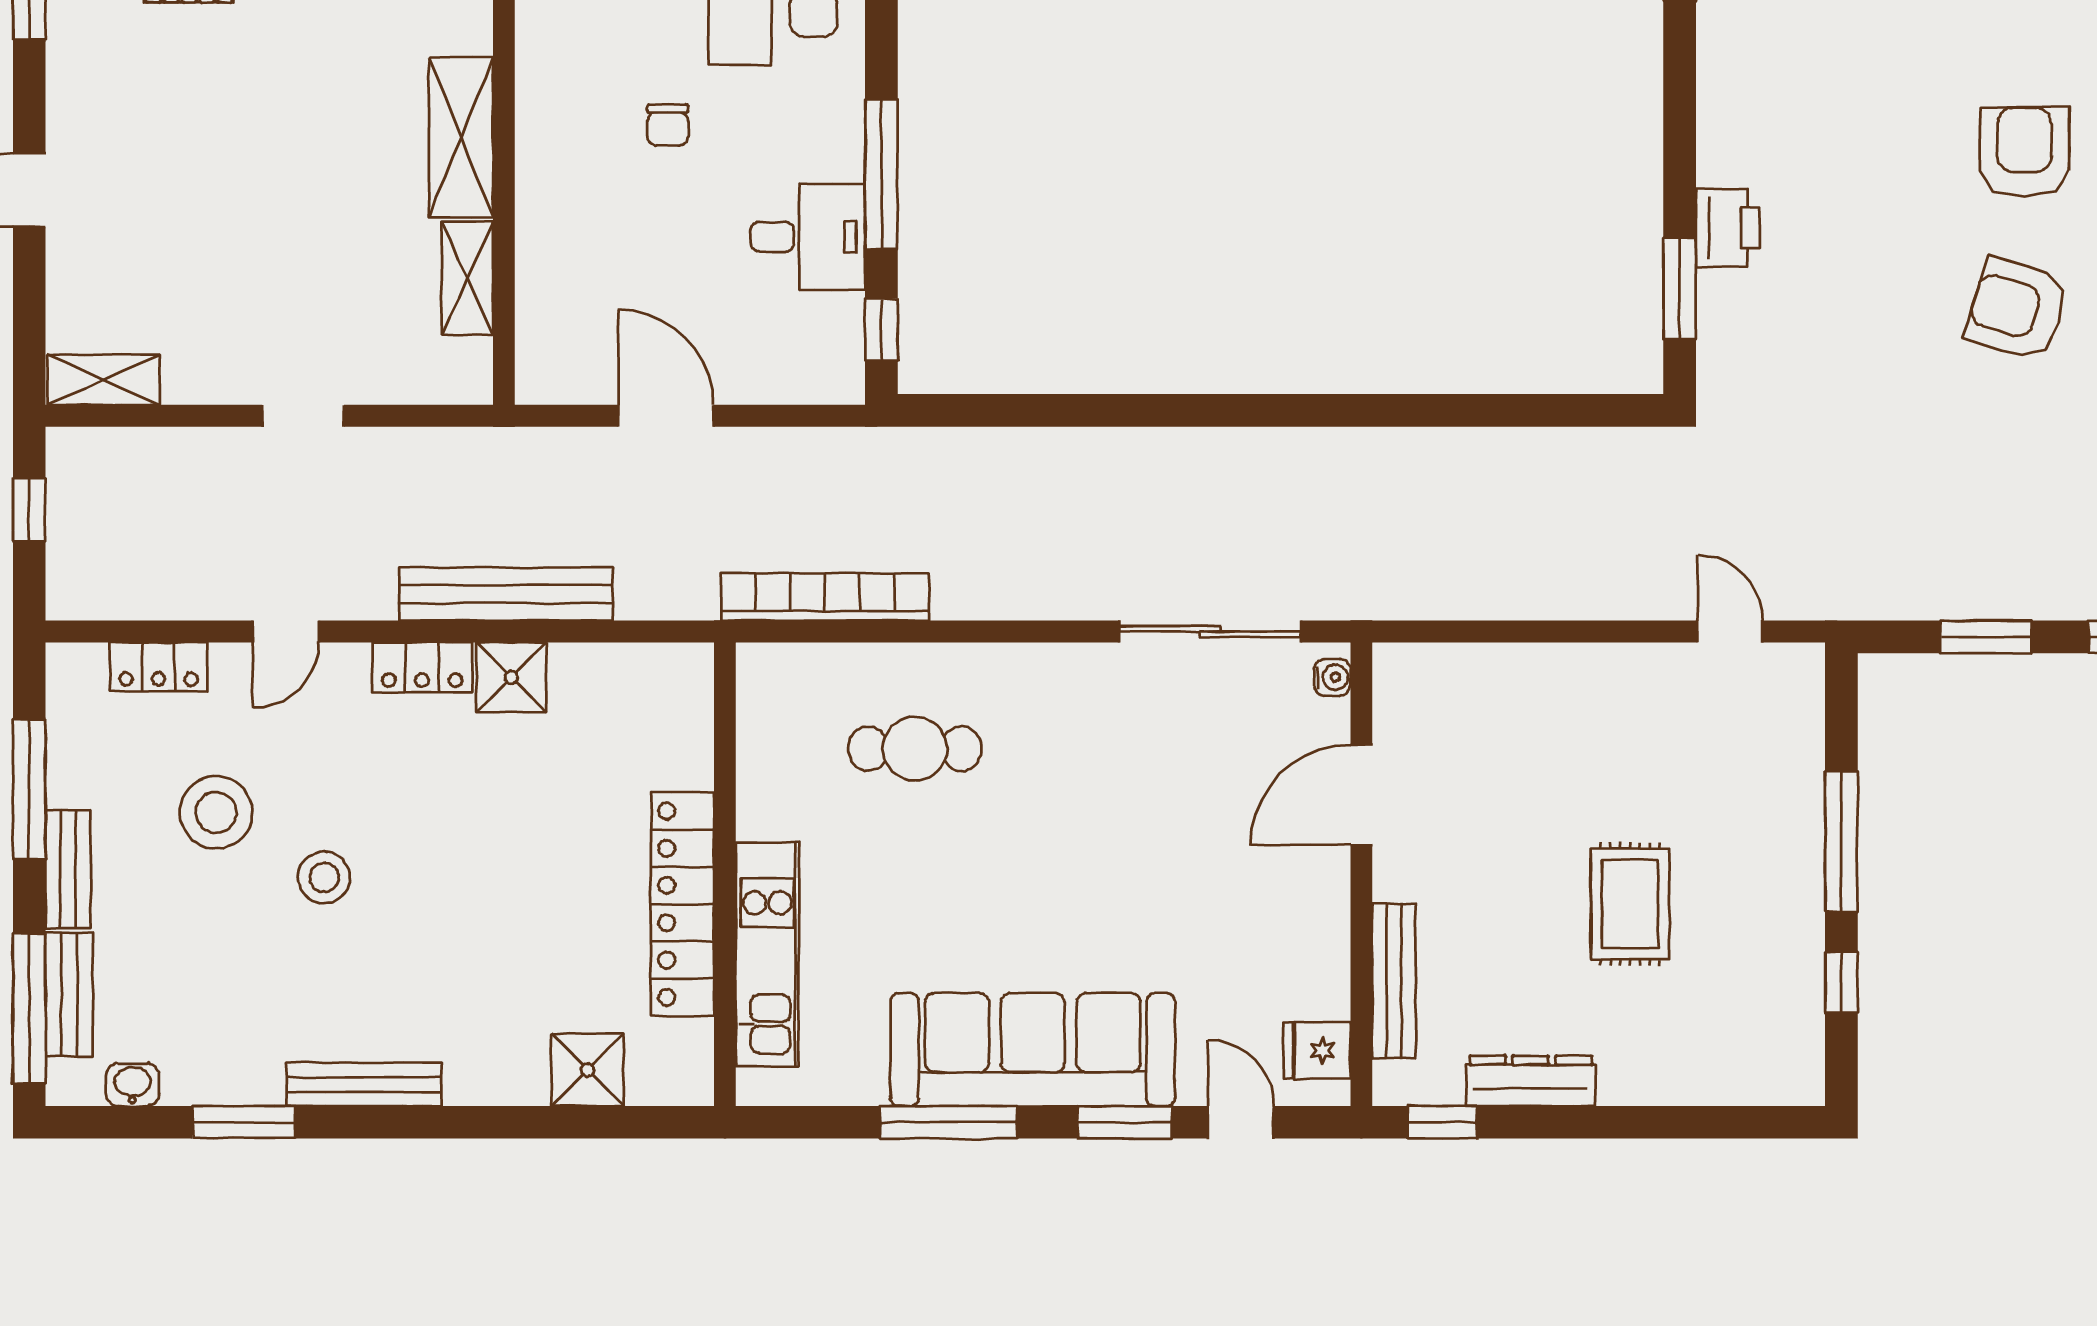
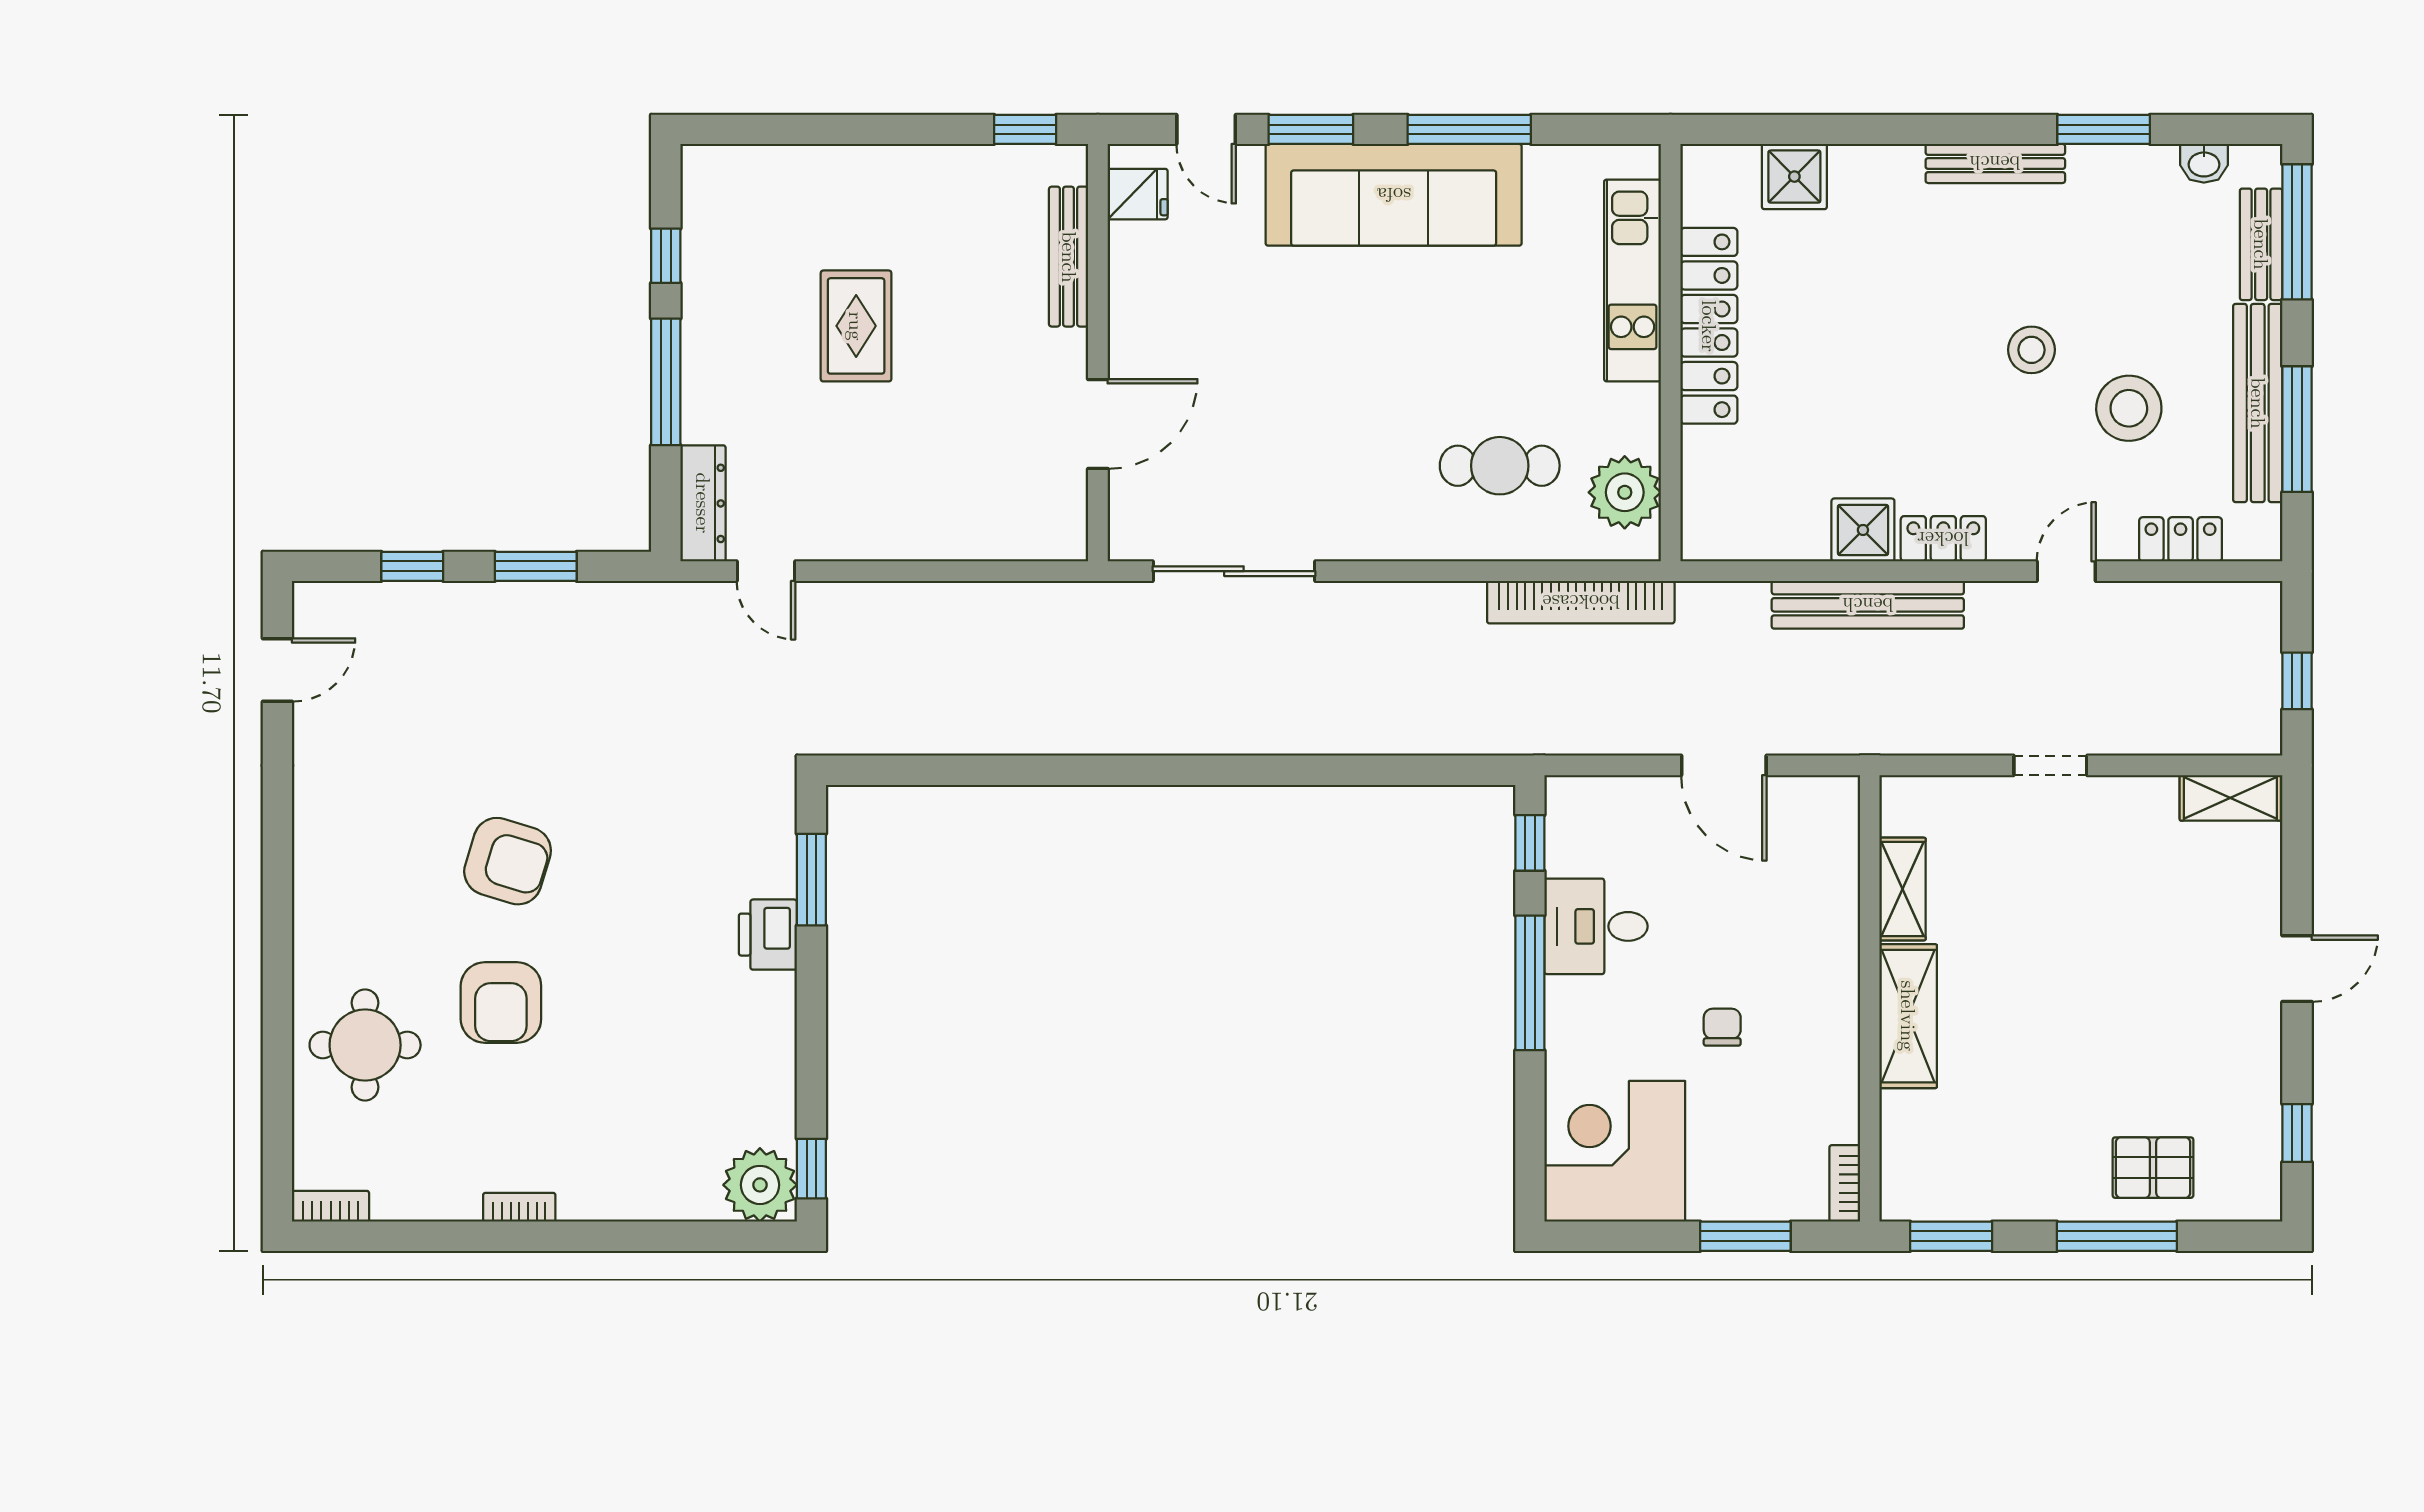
water cooler: (1332, 677) -> (1124, 530), removed
plant: (776, 719) -> (1625, 492), added
bench: (68, 869) -> (2258, 403), width x1.86, depth x1.21
dresser: (1531, 1081) -> (703, 503), moved, turned -90

